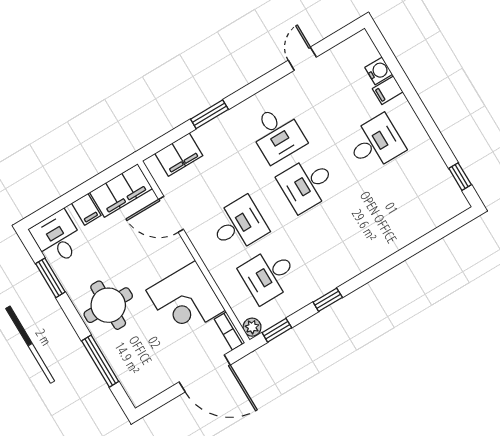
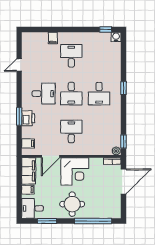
door: (302, 59) -> (19, 65), hinge flipped
water cooler: (379, 71) -> (116, 37), moved
printer: (216, 132) -> (28, 118), added
filing cabinet: (179, 155) -> (28, 143), width x0.50
desk: (269, 275) -> (99, 94), moved
corner desk: (186, 300) -> (75, 171), moved
window: (328, 300) -> (123, 88), moved
window: (100, 361) -> (93, 221), width x1.46

